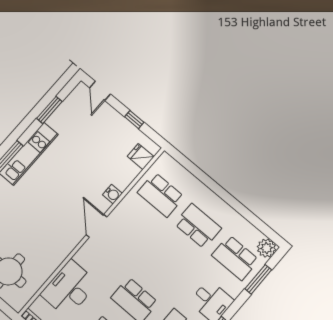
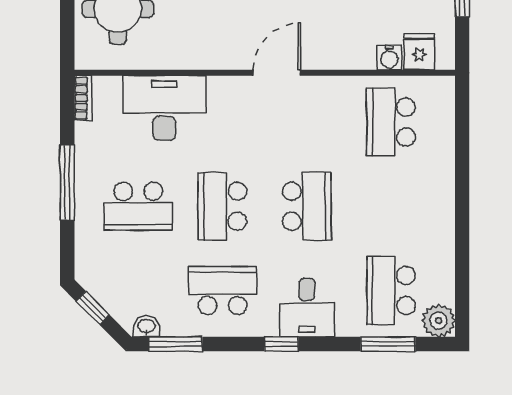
water cooler: (112, 194) -> (389, 57), moved
school desk: (198, 226) -> (307, 206), moved

